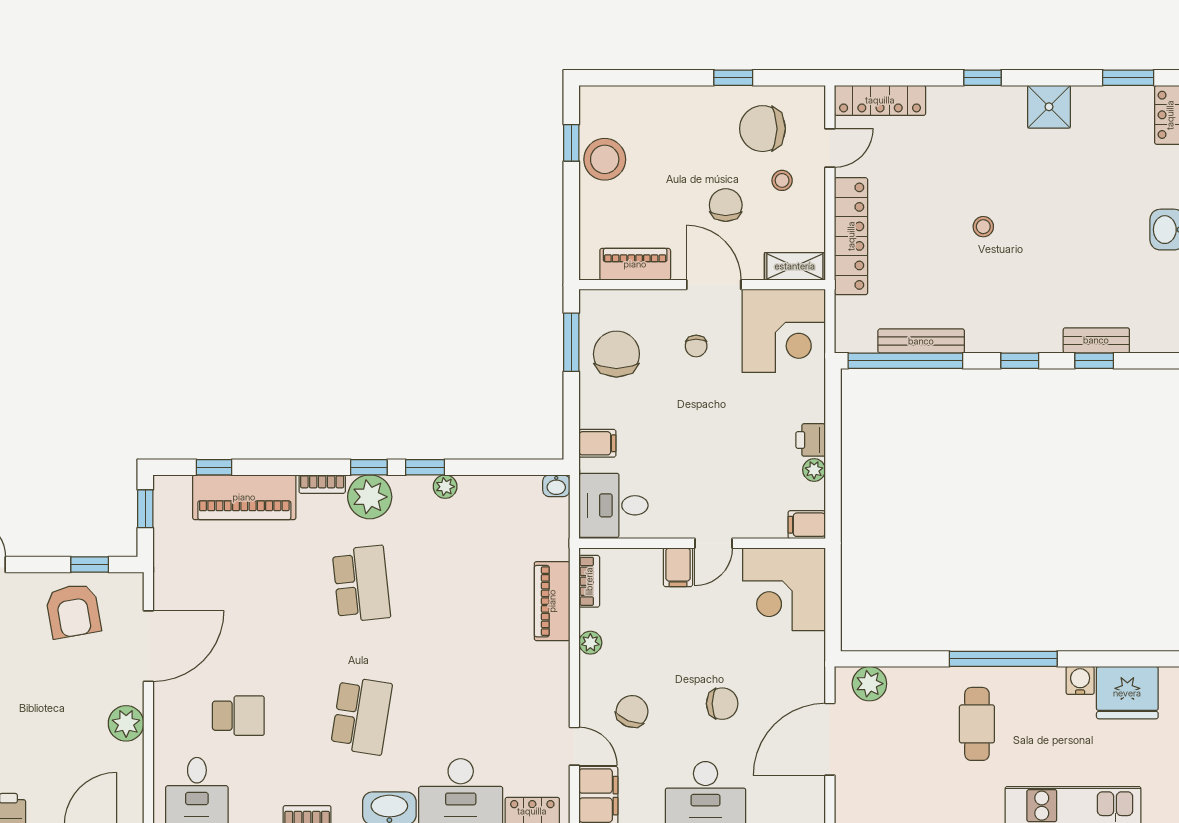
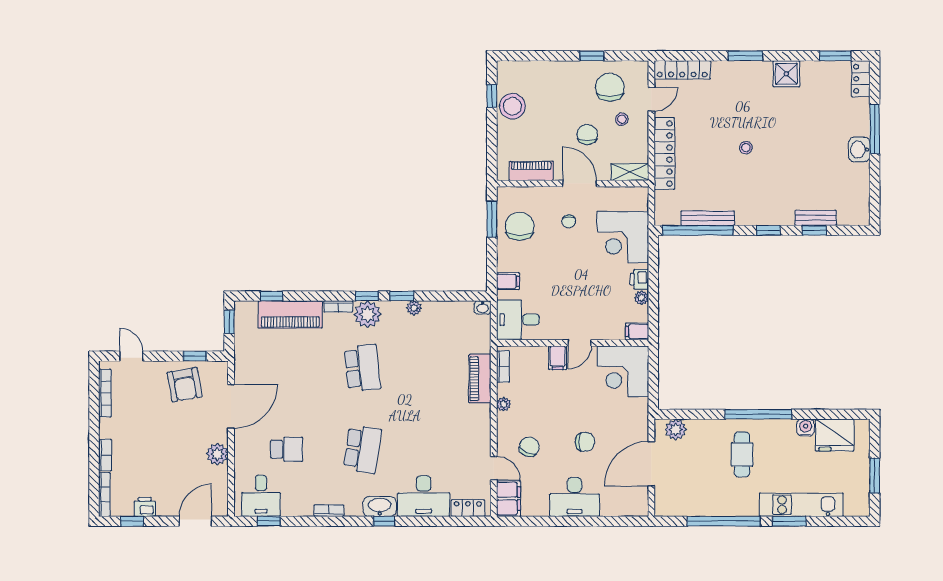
window: (982, 78) -> (745, 56), width x1.50
chair: (763, 129) -> (610, 87), turned 90
corner desk: (784, 331) -> (623, 237), moved, turned 90

